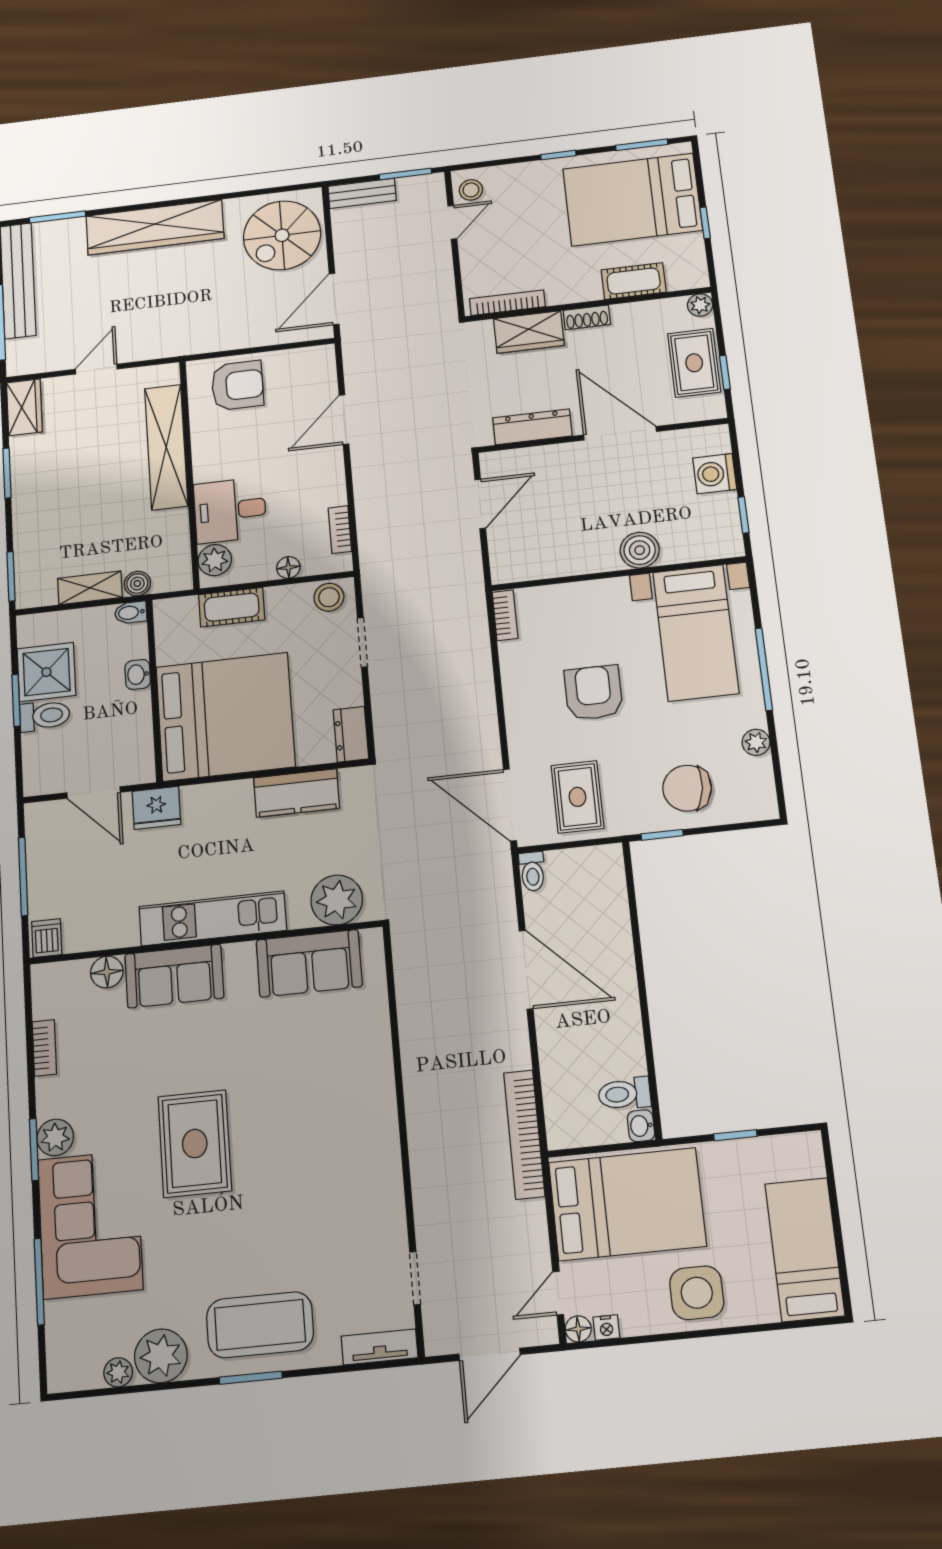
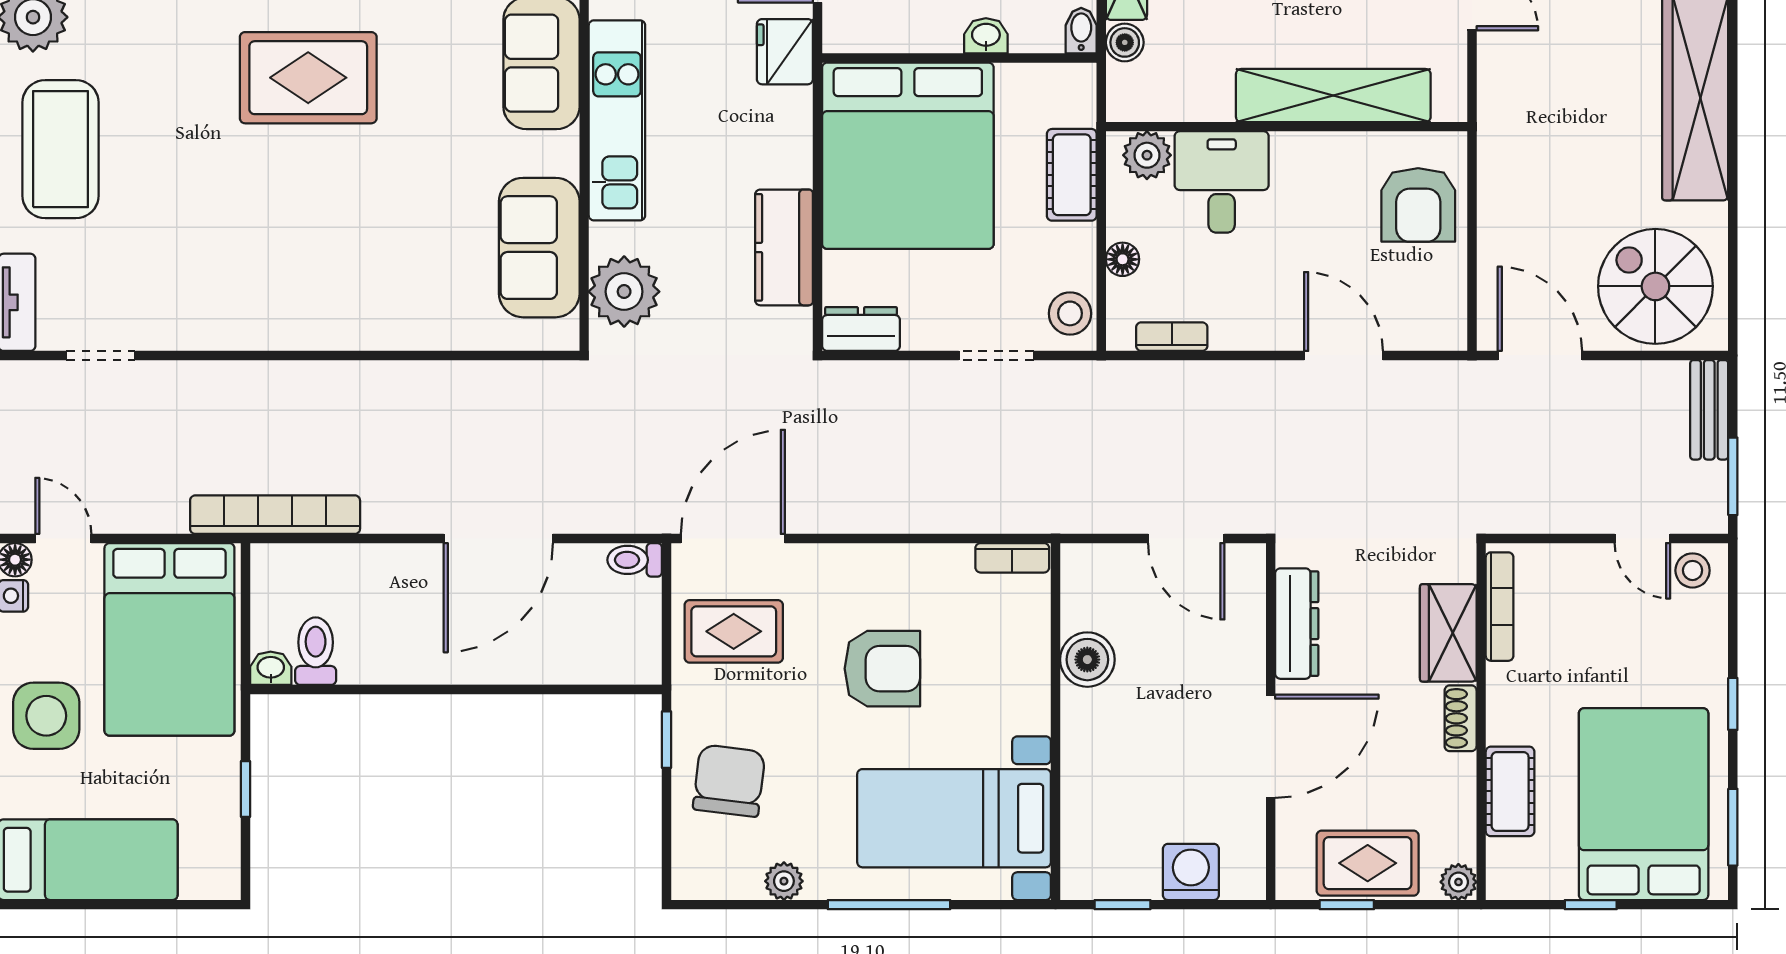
boiler: (640, 550) -> (1087, 660), moved

